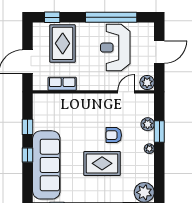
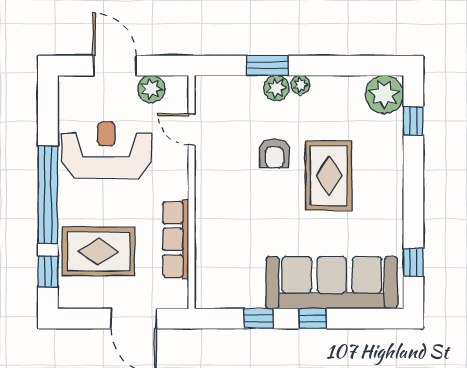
window: (111, 17) -> (48, 195), moved
reception desk: (115, 48) -> (106, 150), turned 180
plant: (147, 82) -> (151, 89), moved
row of seats: (62, 84) -> (176, 239), width x1.48
plant: (148, 124) -> (276, 88), moved

